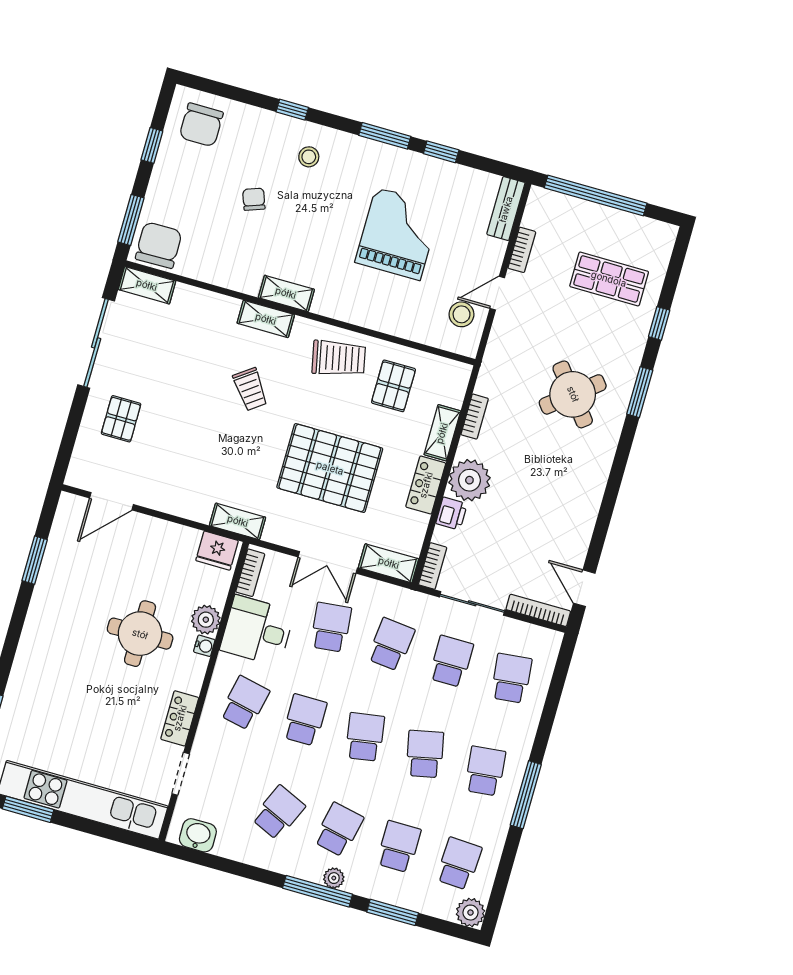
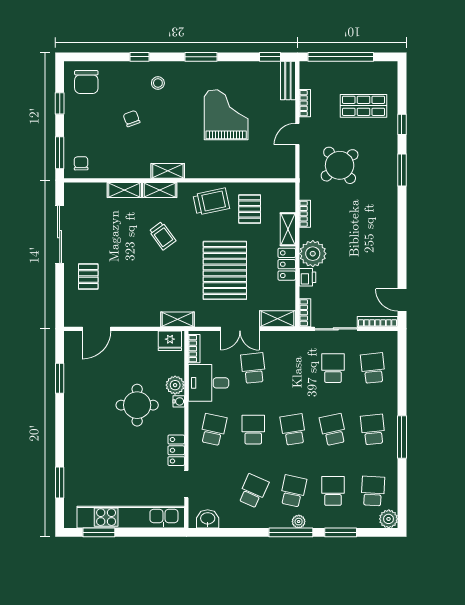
window: (441, 152) -> (270, 57), moved
chair: (159, 245) -> (81, 163), width x0.54, depth x0.54
shelving: (147, 285) -> (124, 190), moved
stool: (462, 314) -> (279, 153), removed
round table: (573, 394) -> (340, 165), moved
pallet: (330, 468) -> (225, 270), turned 90
school desk: (391, 644) -> (293, 368), removed

